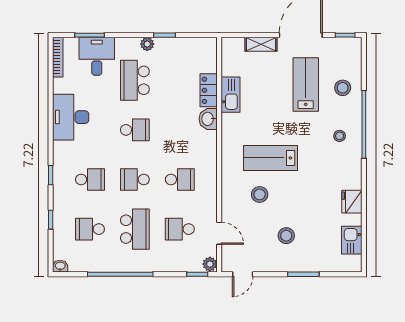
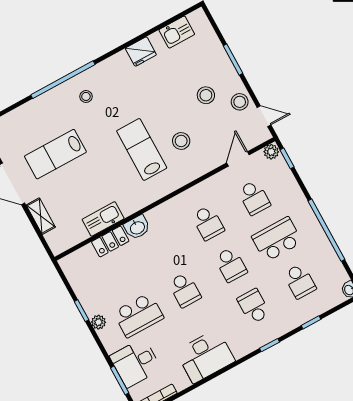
stool: (343, 88) -> (240, 102), moved
school desk: (135, 130) -> (185, 290), turned 180
lab bench: (271, 158) -> (142, 149), turned 180
school desk: (180, 179) -> (208, 223), turned 180

